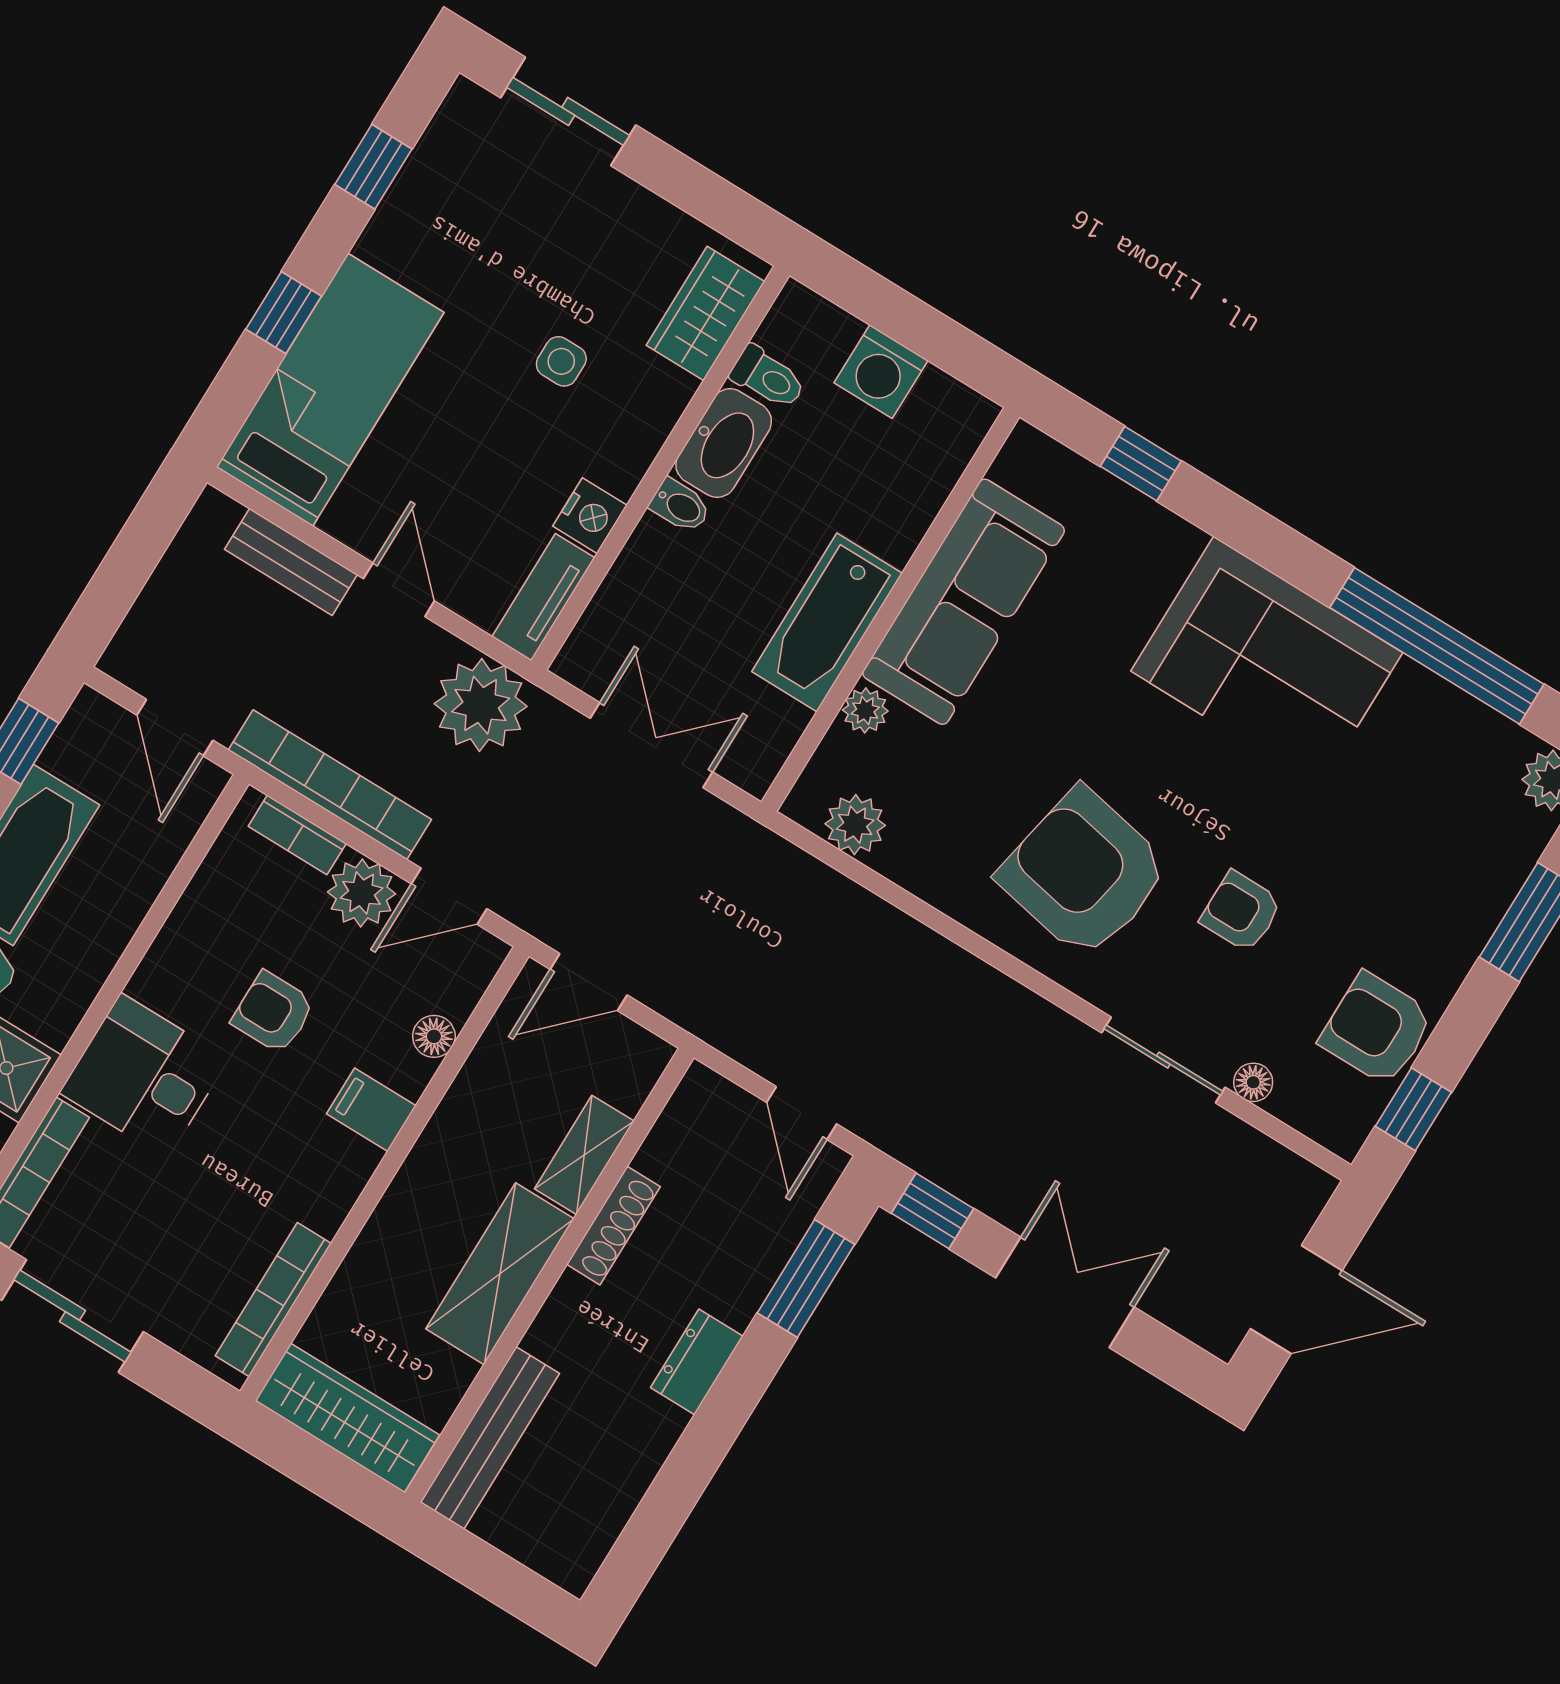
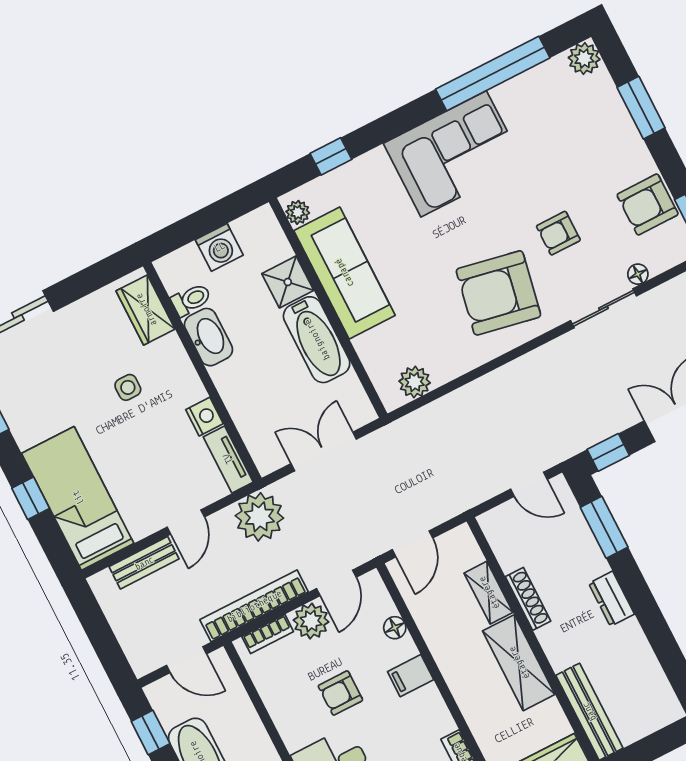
bidet: (680, 506) -> (225, 374), removed
shower: (893, 518) -> (288, 282), added
door: (399, 590) -> (186, 522), swing flipped
plant: (865, 710) -> (298, 212), moved

